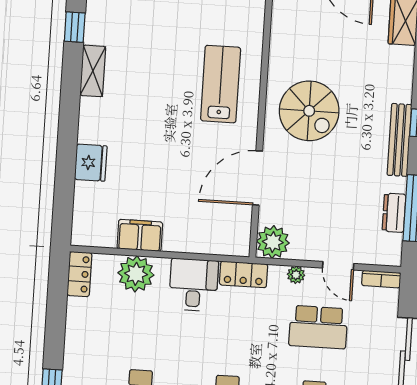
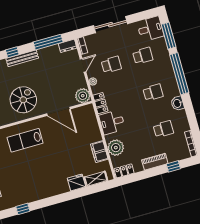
shelving: (93, 71) -> (96, 179), moved
dresser: (394, 213) -> (68, 46), moved
school desk: (318, 327) -> (111, 65), width x0.54
piano: (76, 347) -> (155, 162), added

